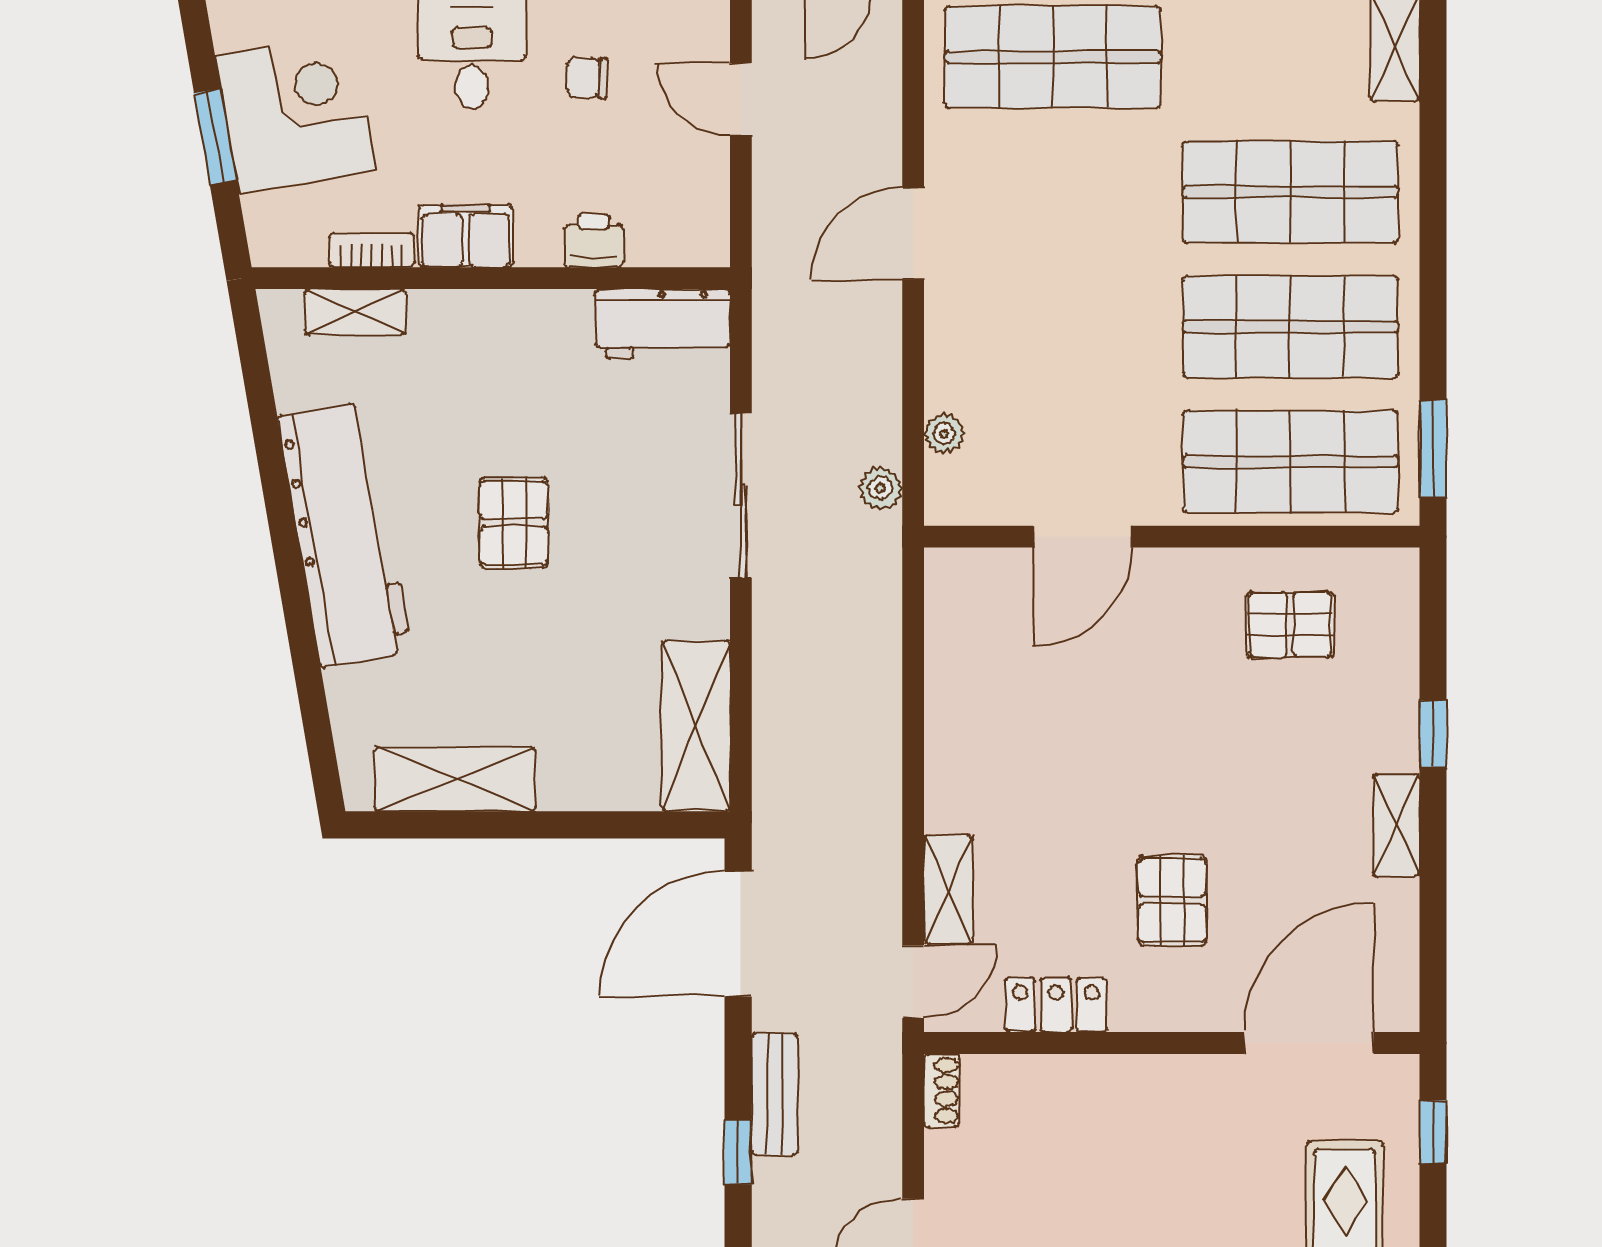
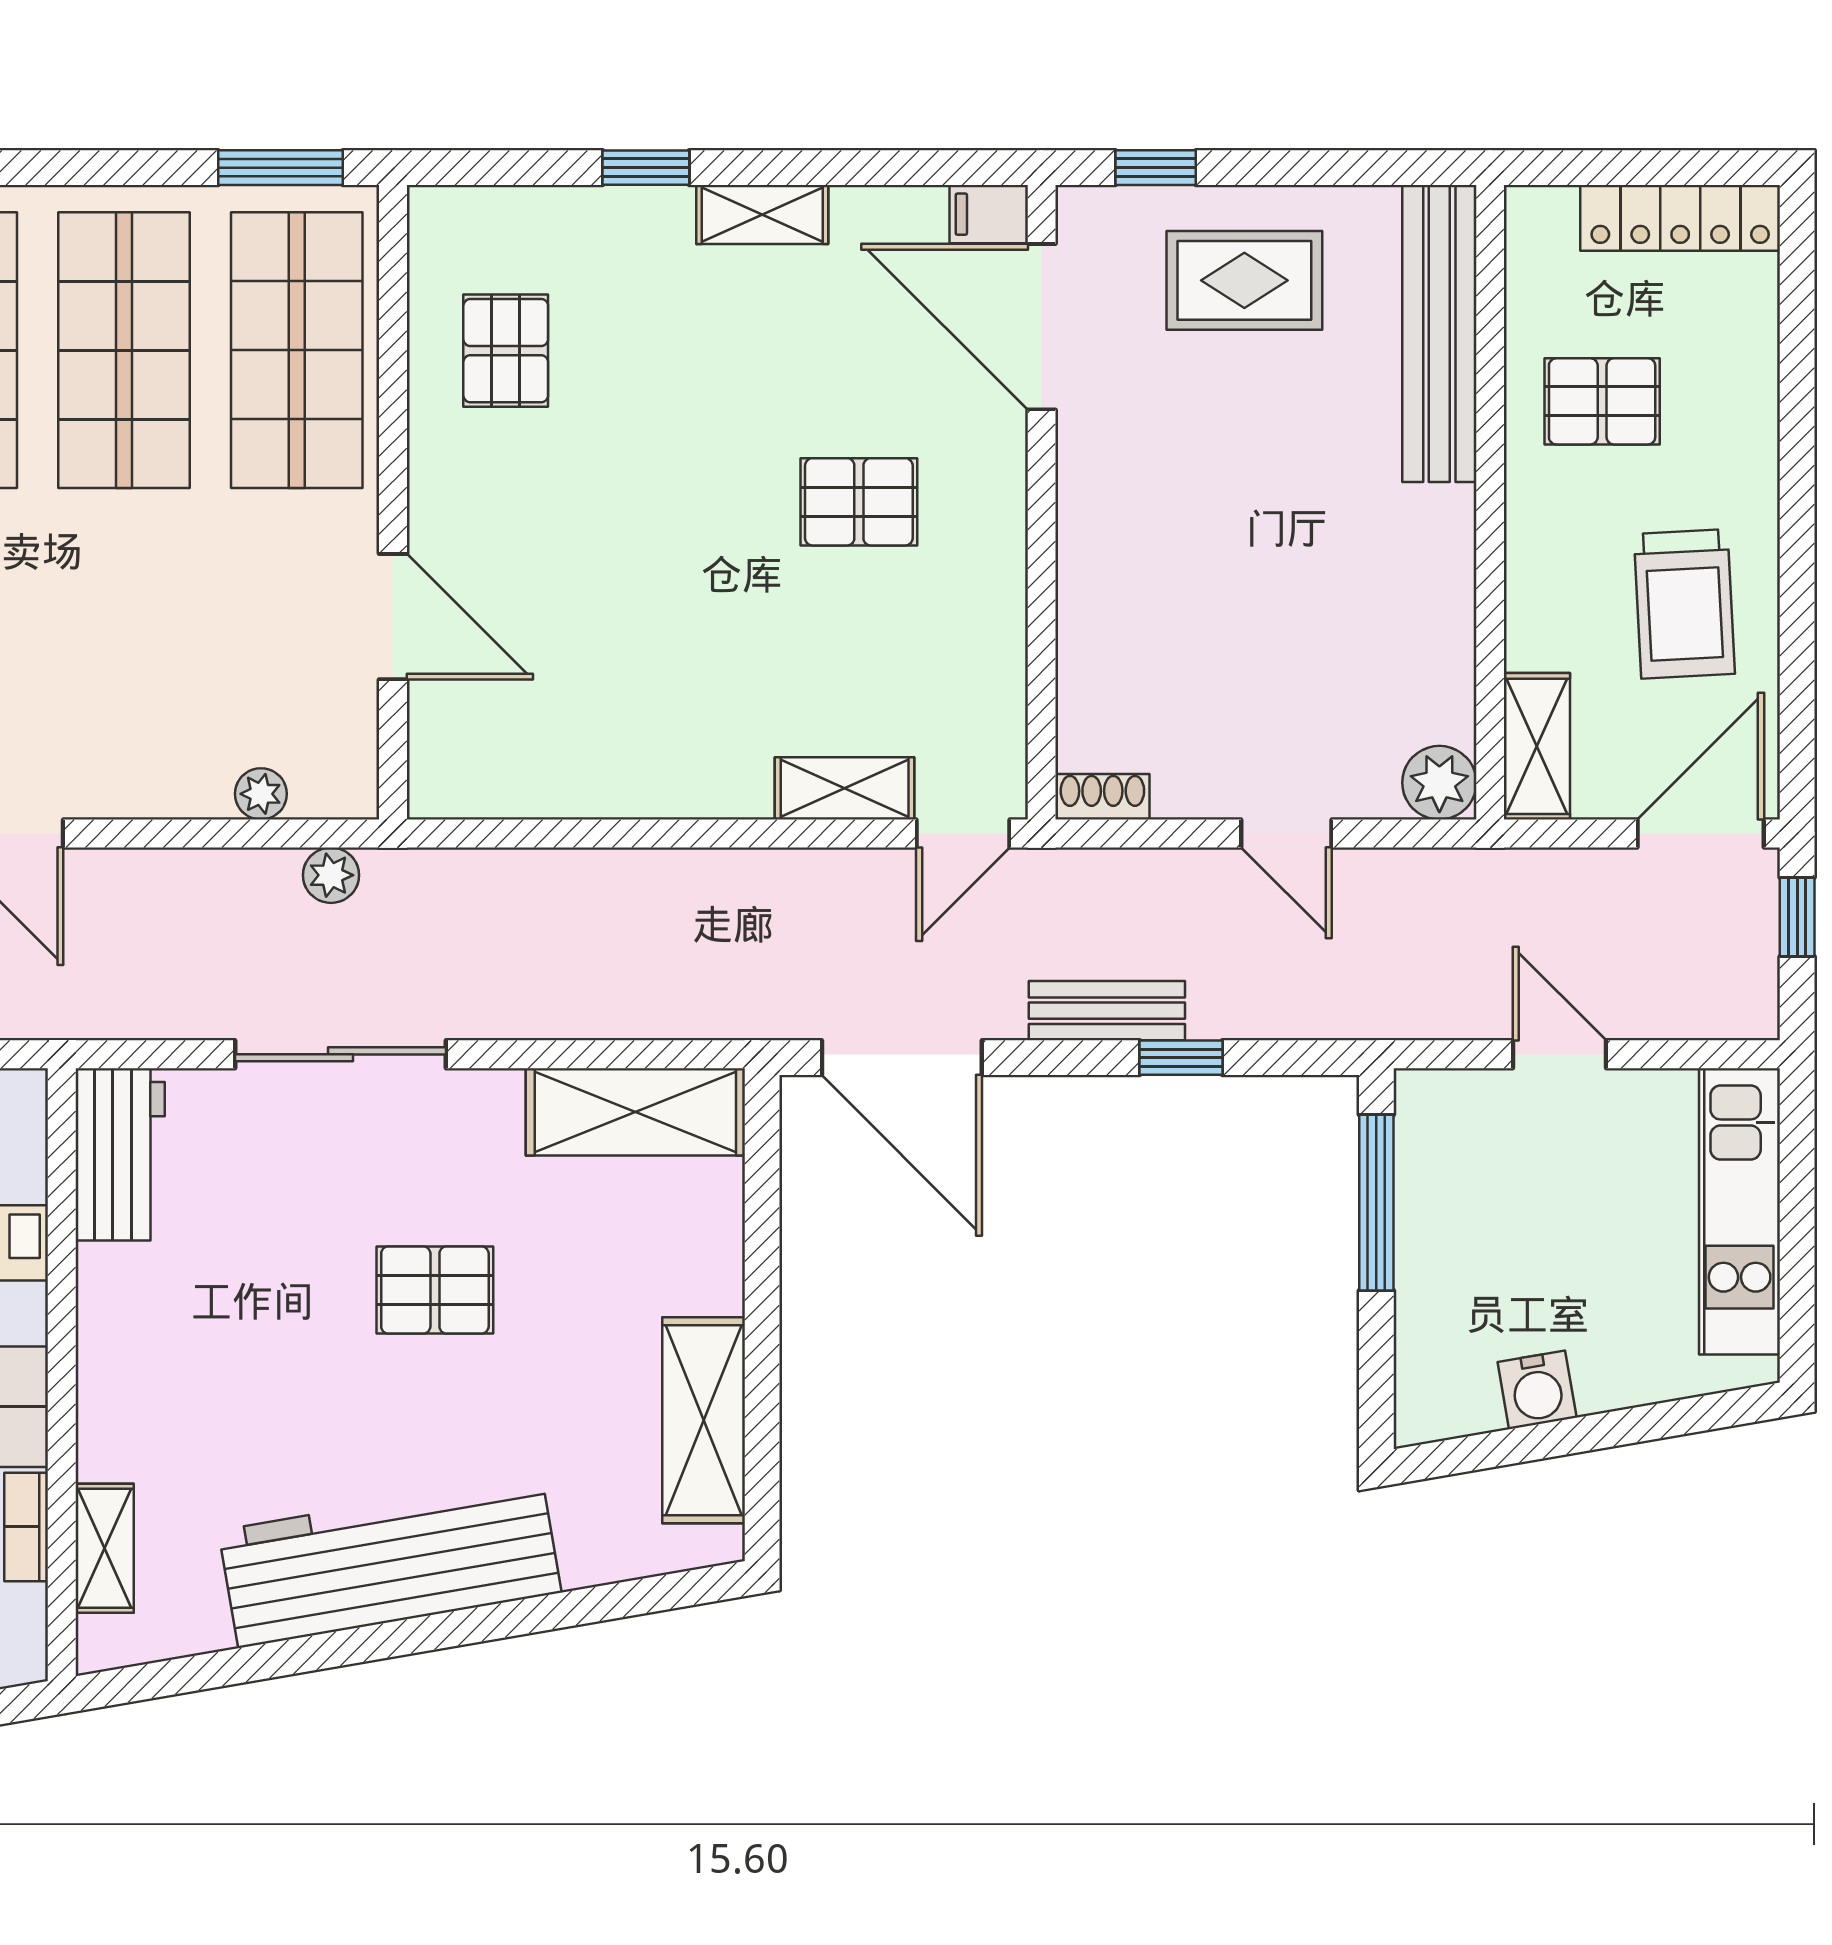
pallet: (514, 523) -> (435, 1290), moved
door: (913, 982) -> (963, 833), swing flipped
filing cabinet: (1397, 1002) -> (989, 214), added
locker: (1056, 1005) -> (993, 650), removed

